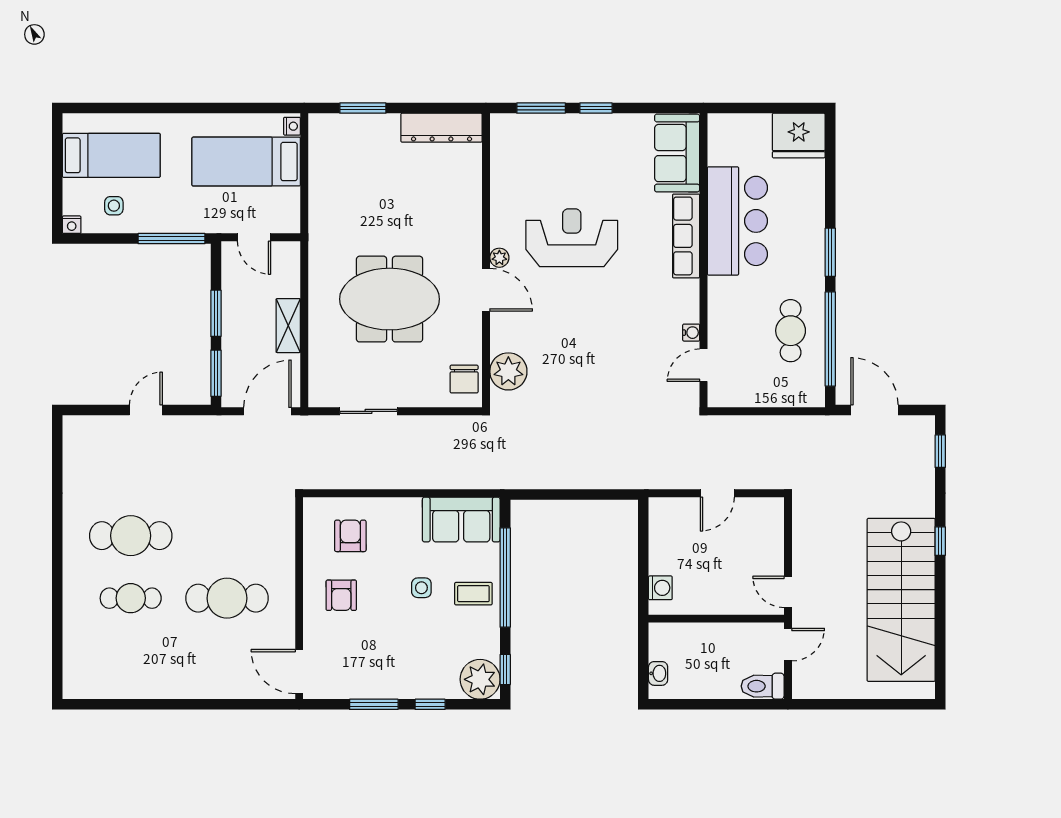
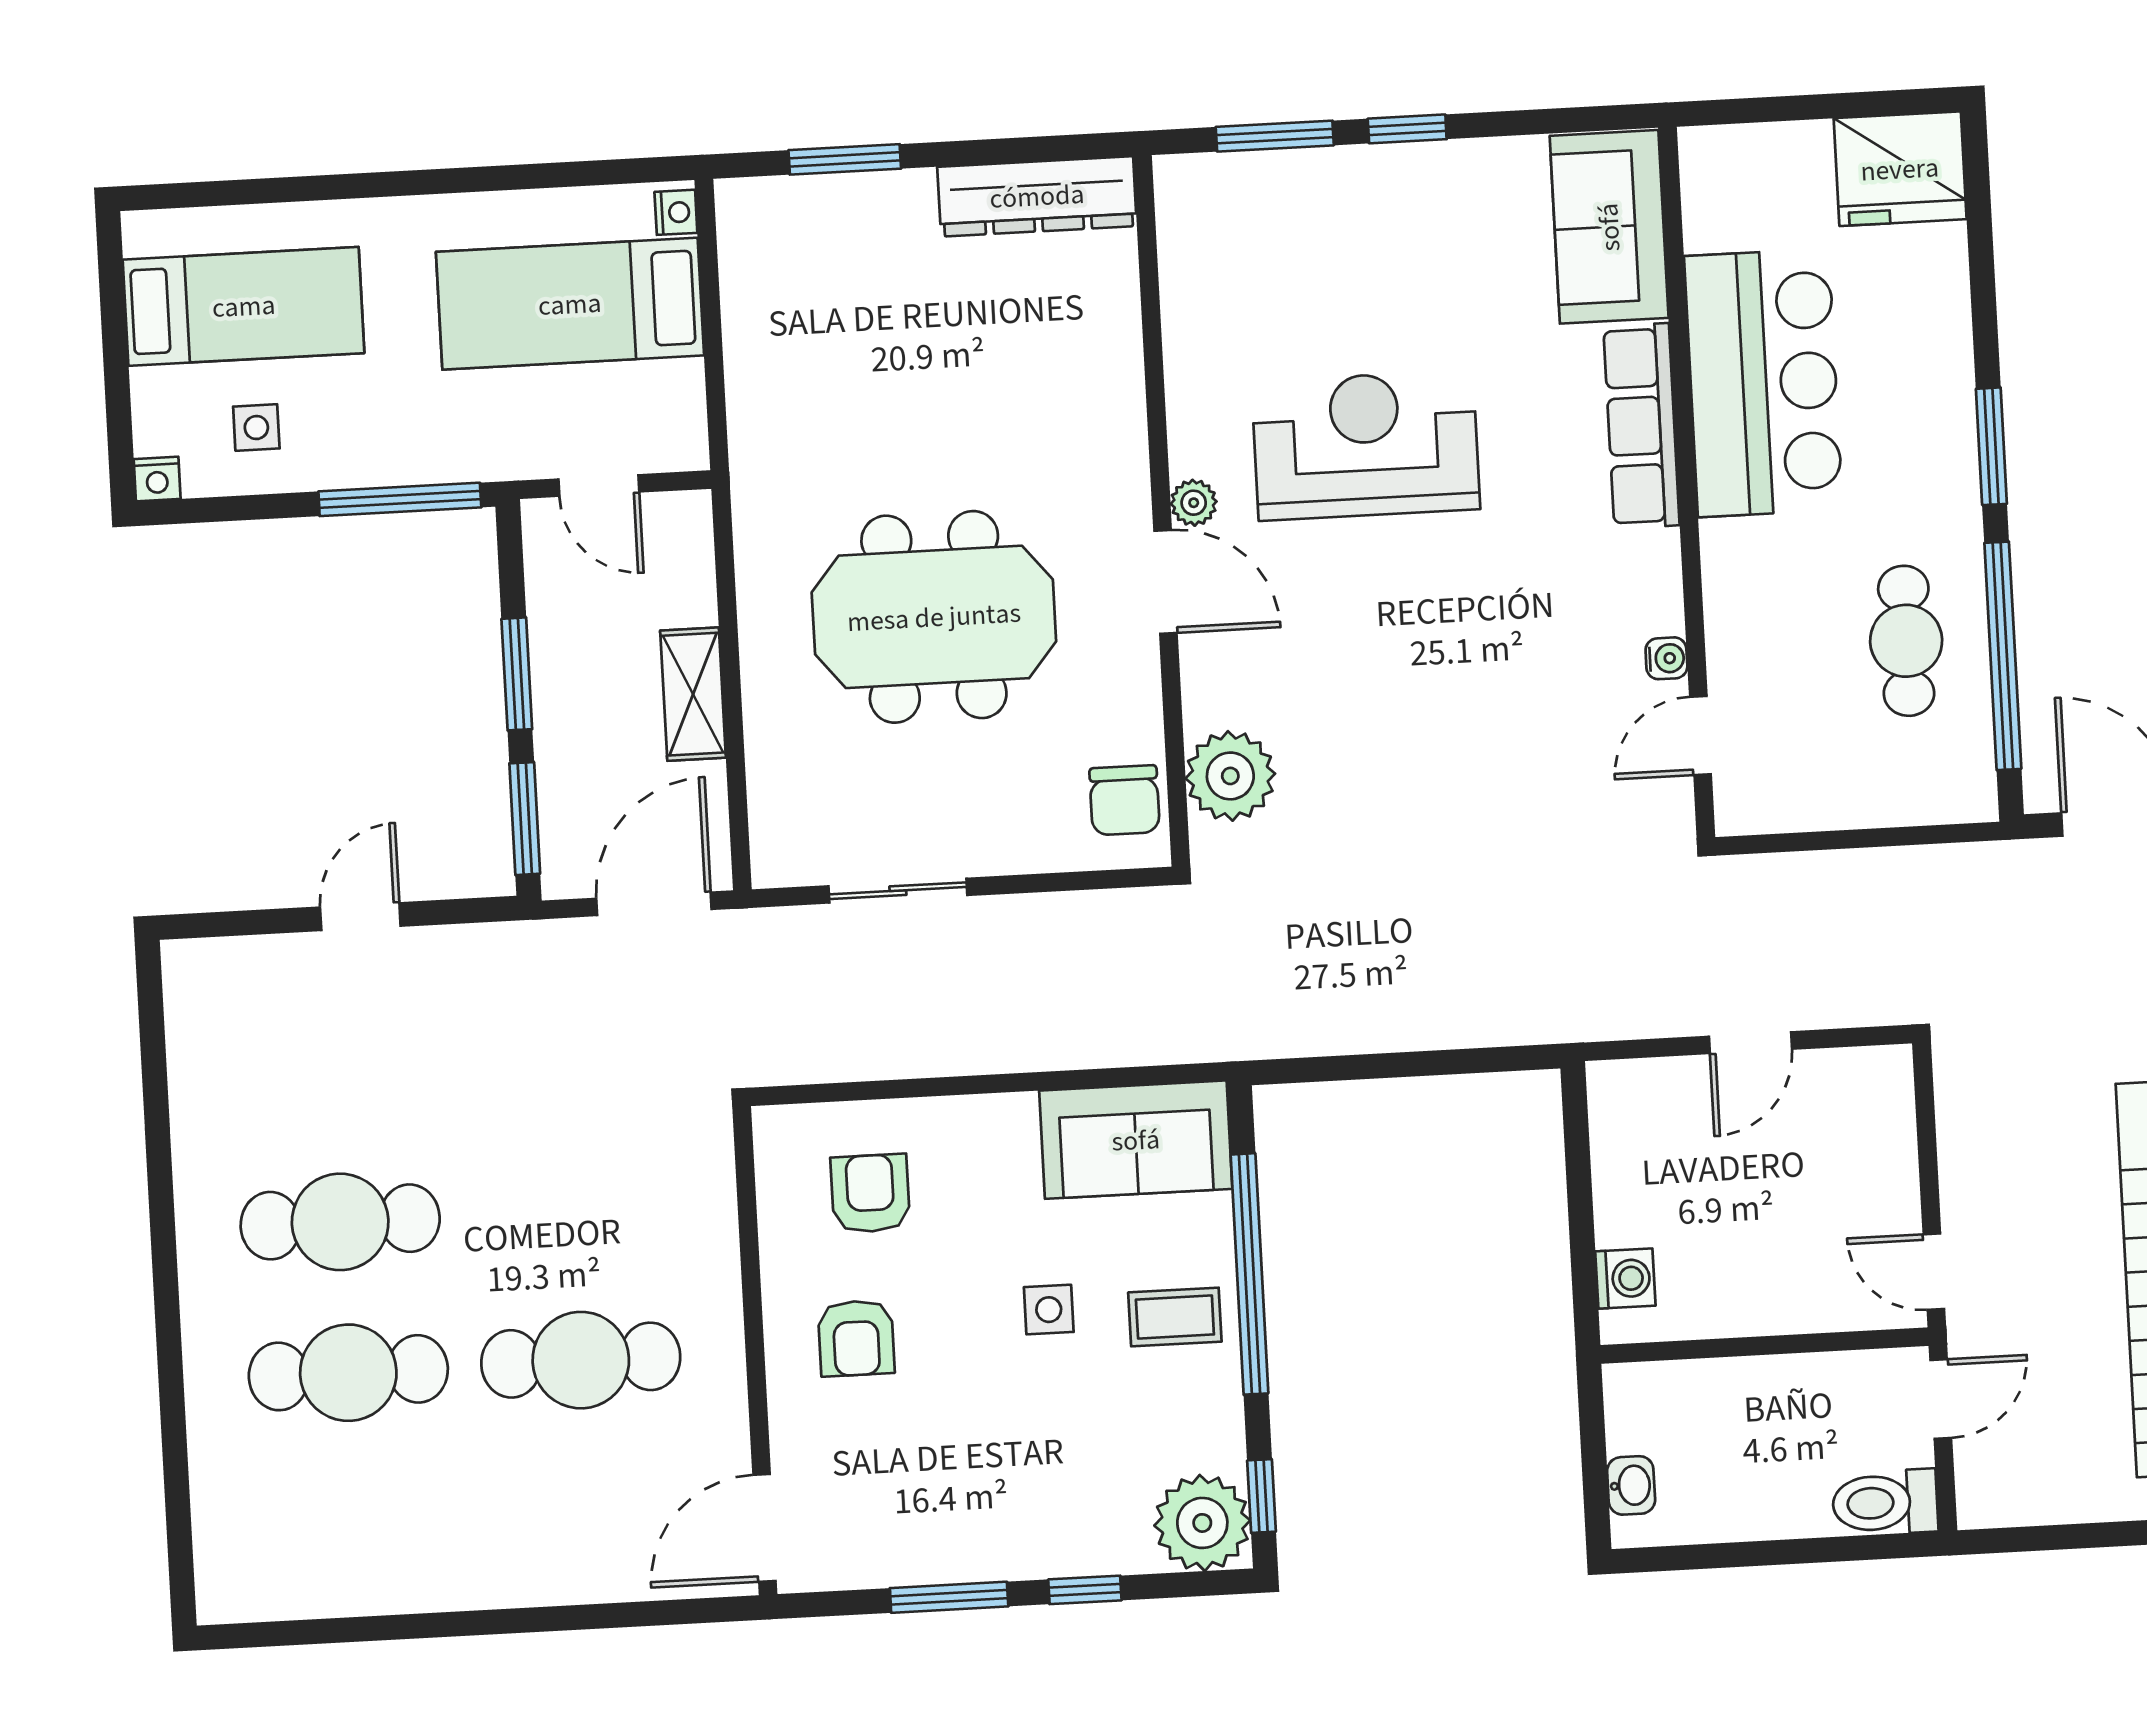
cafe table: (131, 598) -> (348, 1373), width x1.37, depth x1.35
door: (299, 672) -> (764, 1528), hinge flipped

